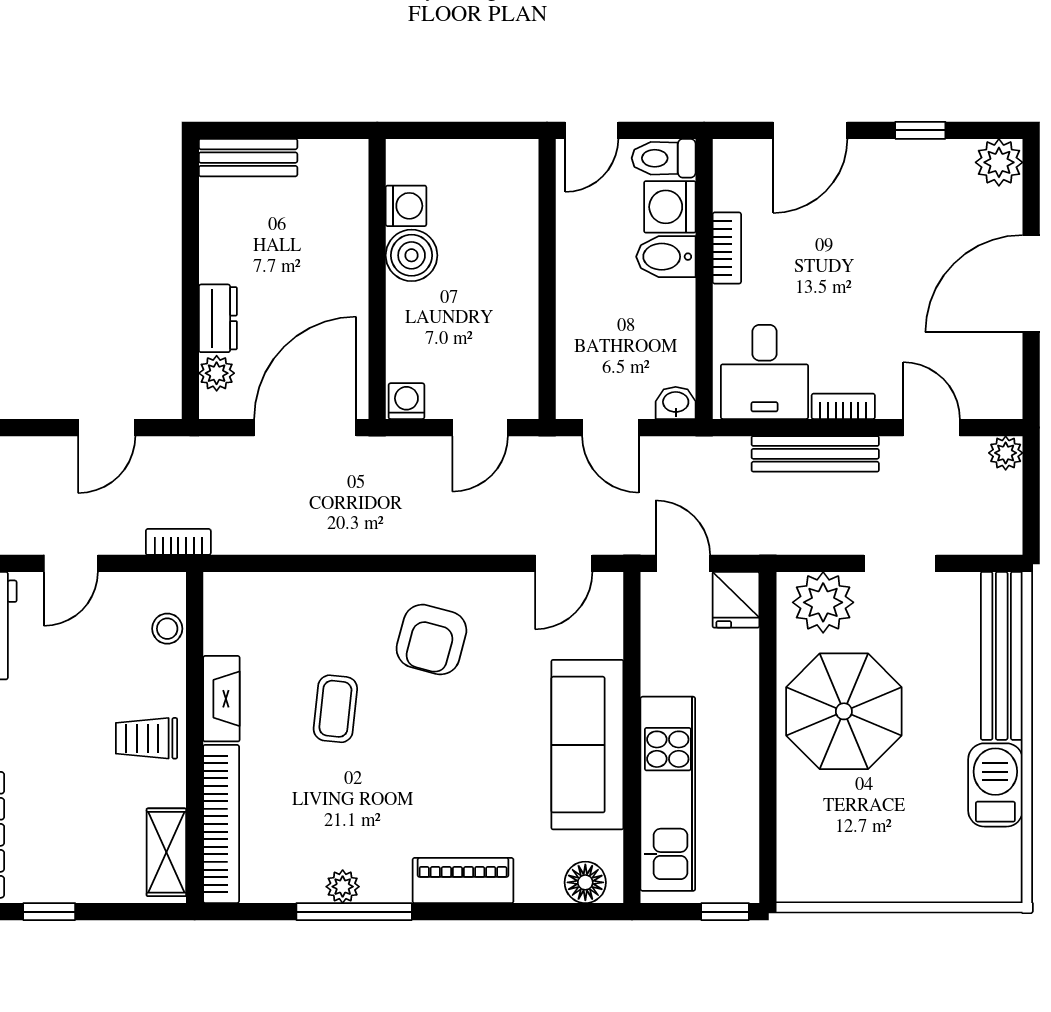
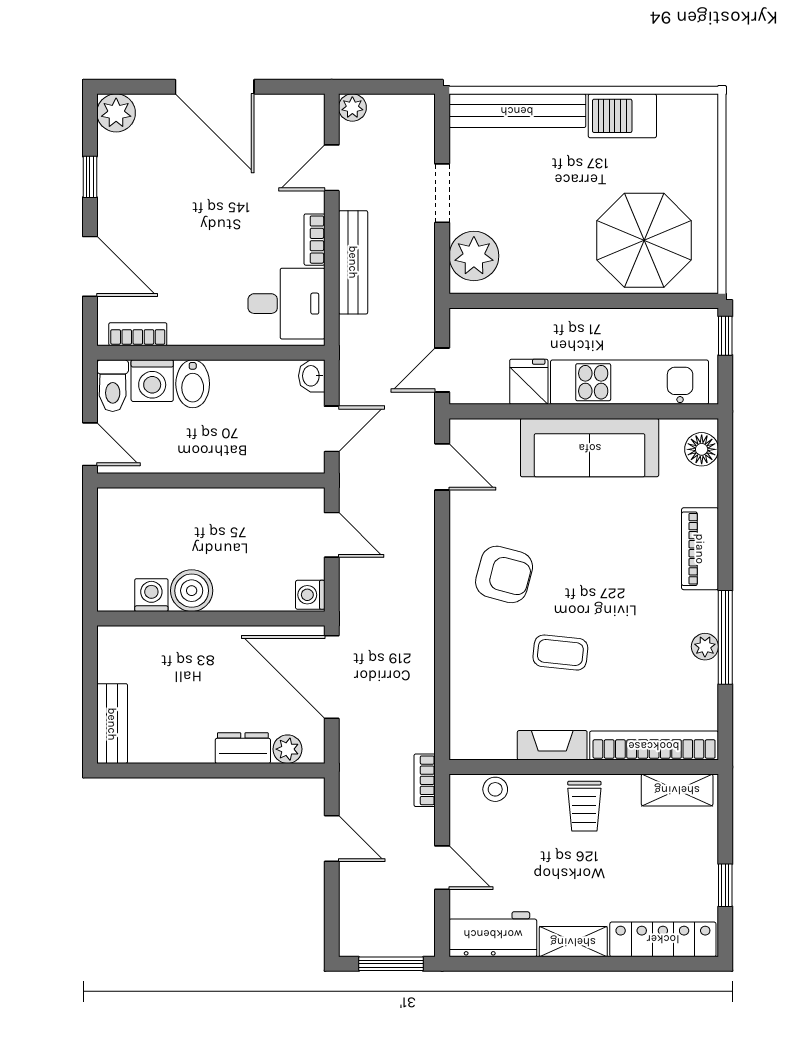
bookcase: (727, 248) -> (138, 334), moved
fridge: (736, 600) -> (529, 382), moved, turned -90
parasol: (844, 711) -> (644, 240), moved

